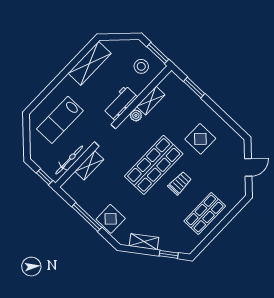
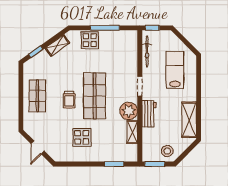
stool: (141, 66) -> (167, 151), moved
plant: (136, 115) -> (129, 111), width x1.88, depth x1.88
shelving: (89, 165) -> (132, 60), removed

